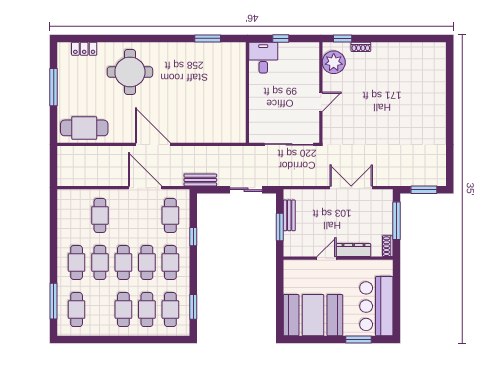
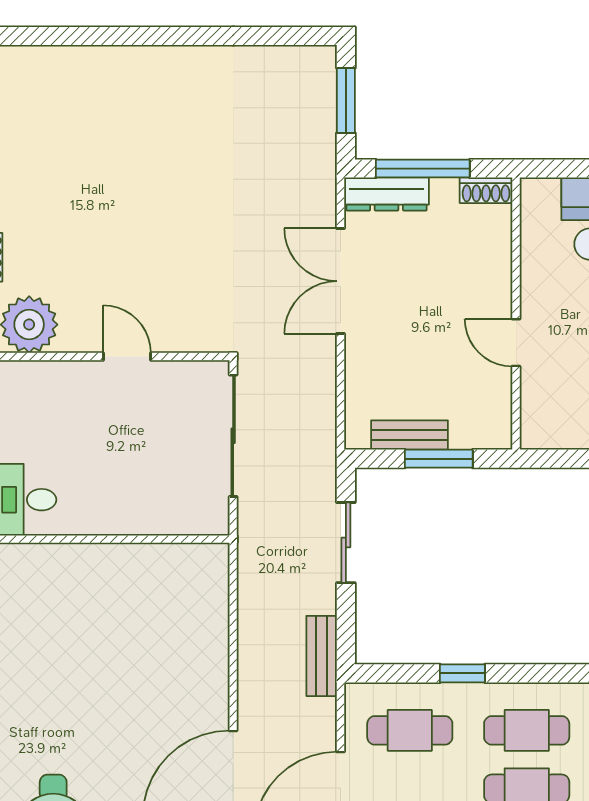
dresser: (353, 250) -> (387, 194), moved, turned -90

